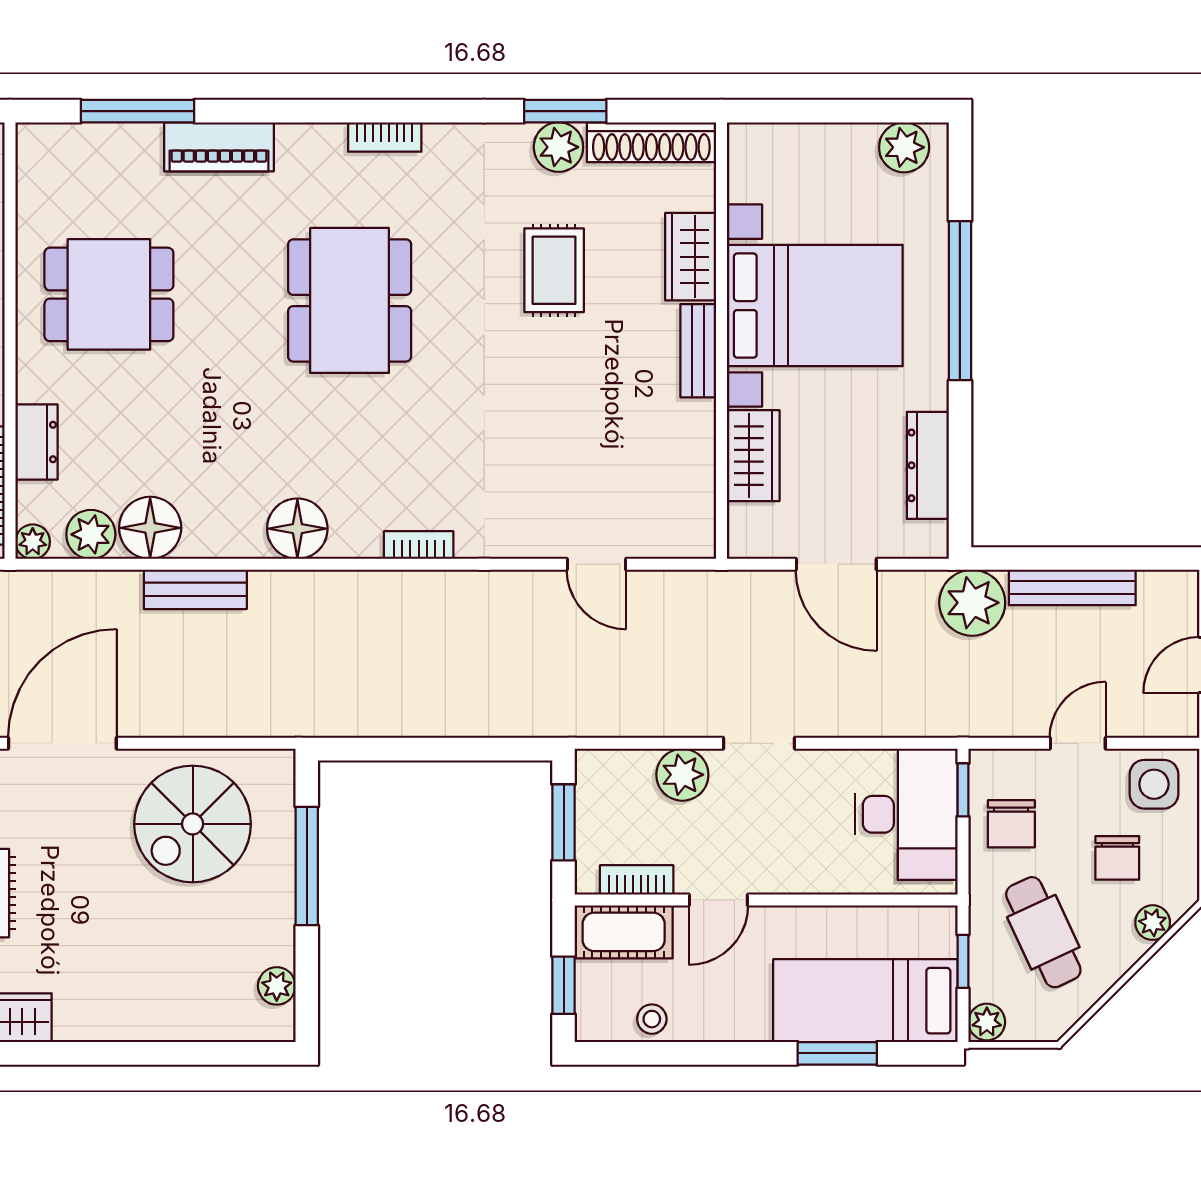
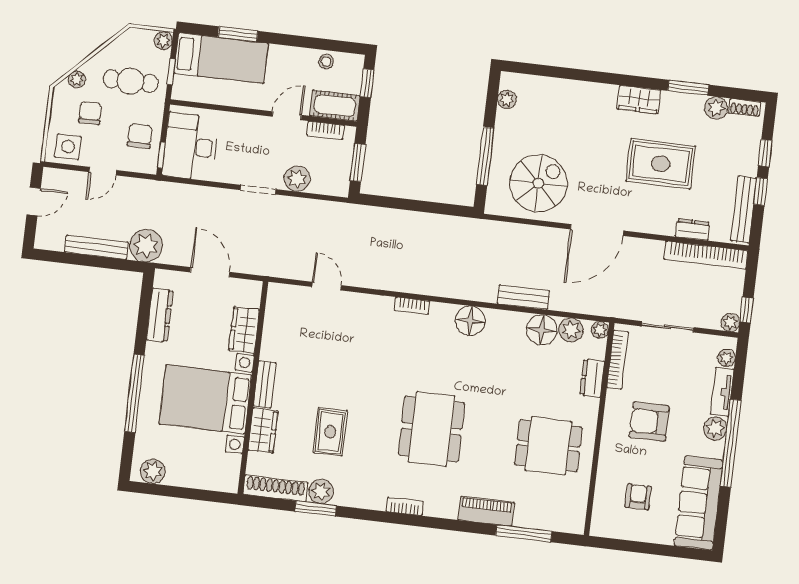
cafe table: (1043, 932) -> (131, 81), turned -65

